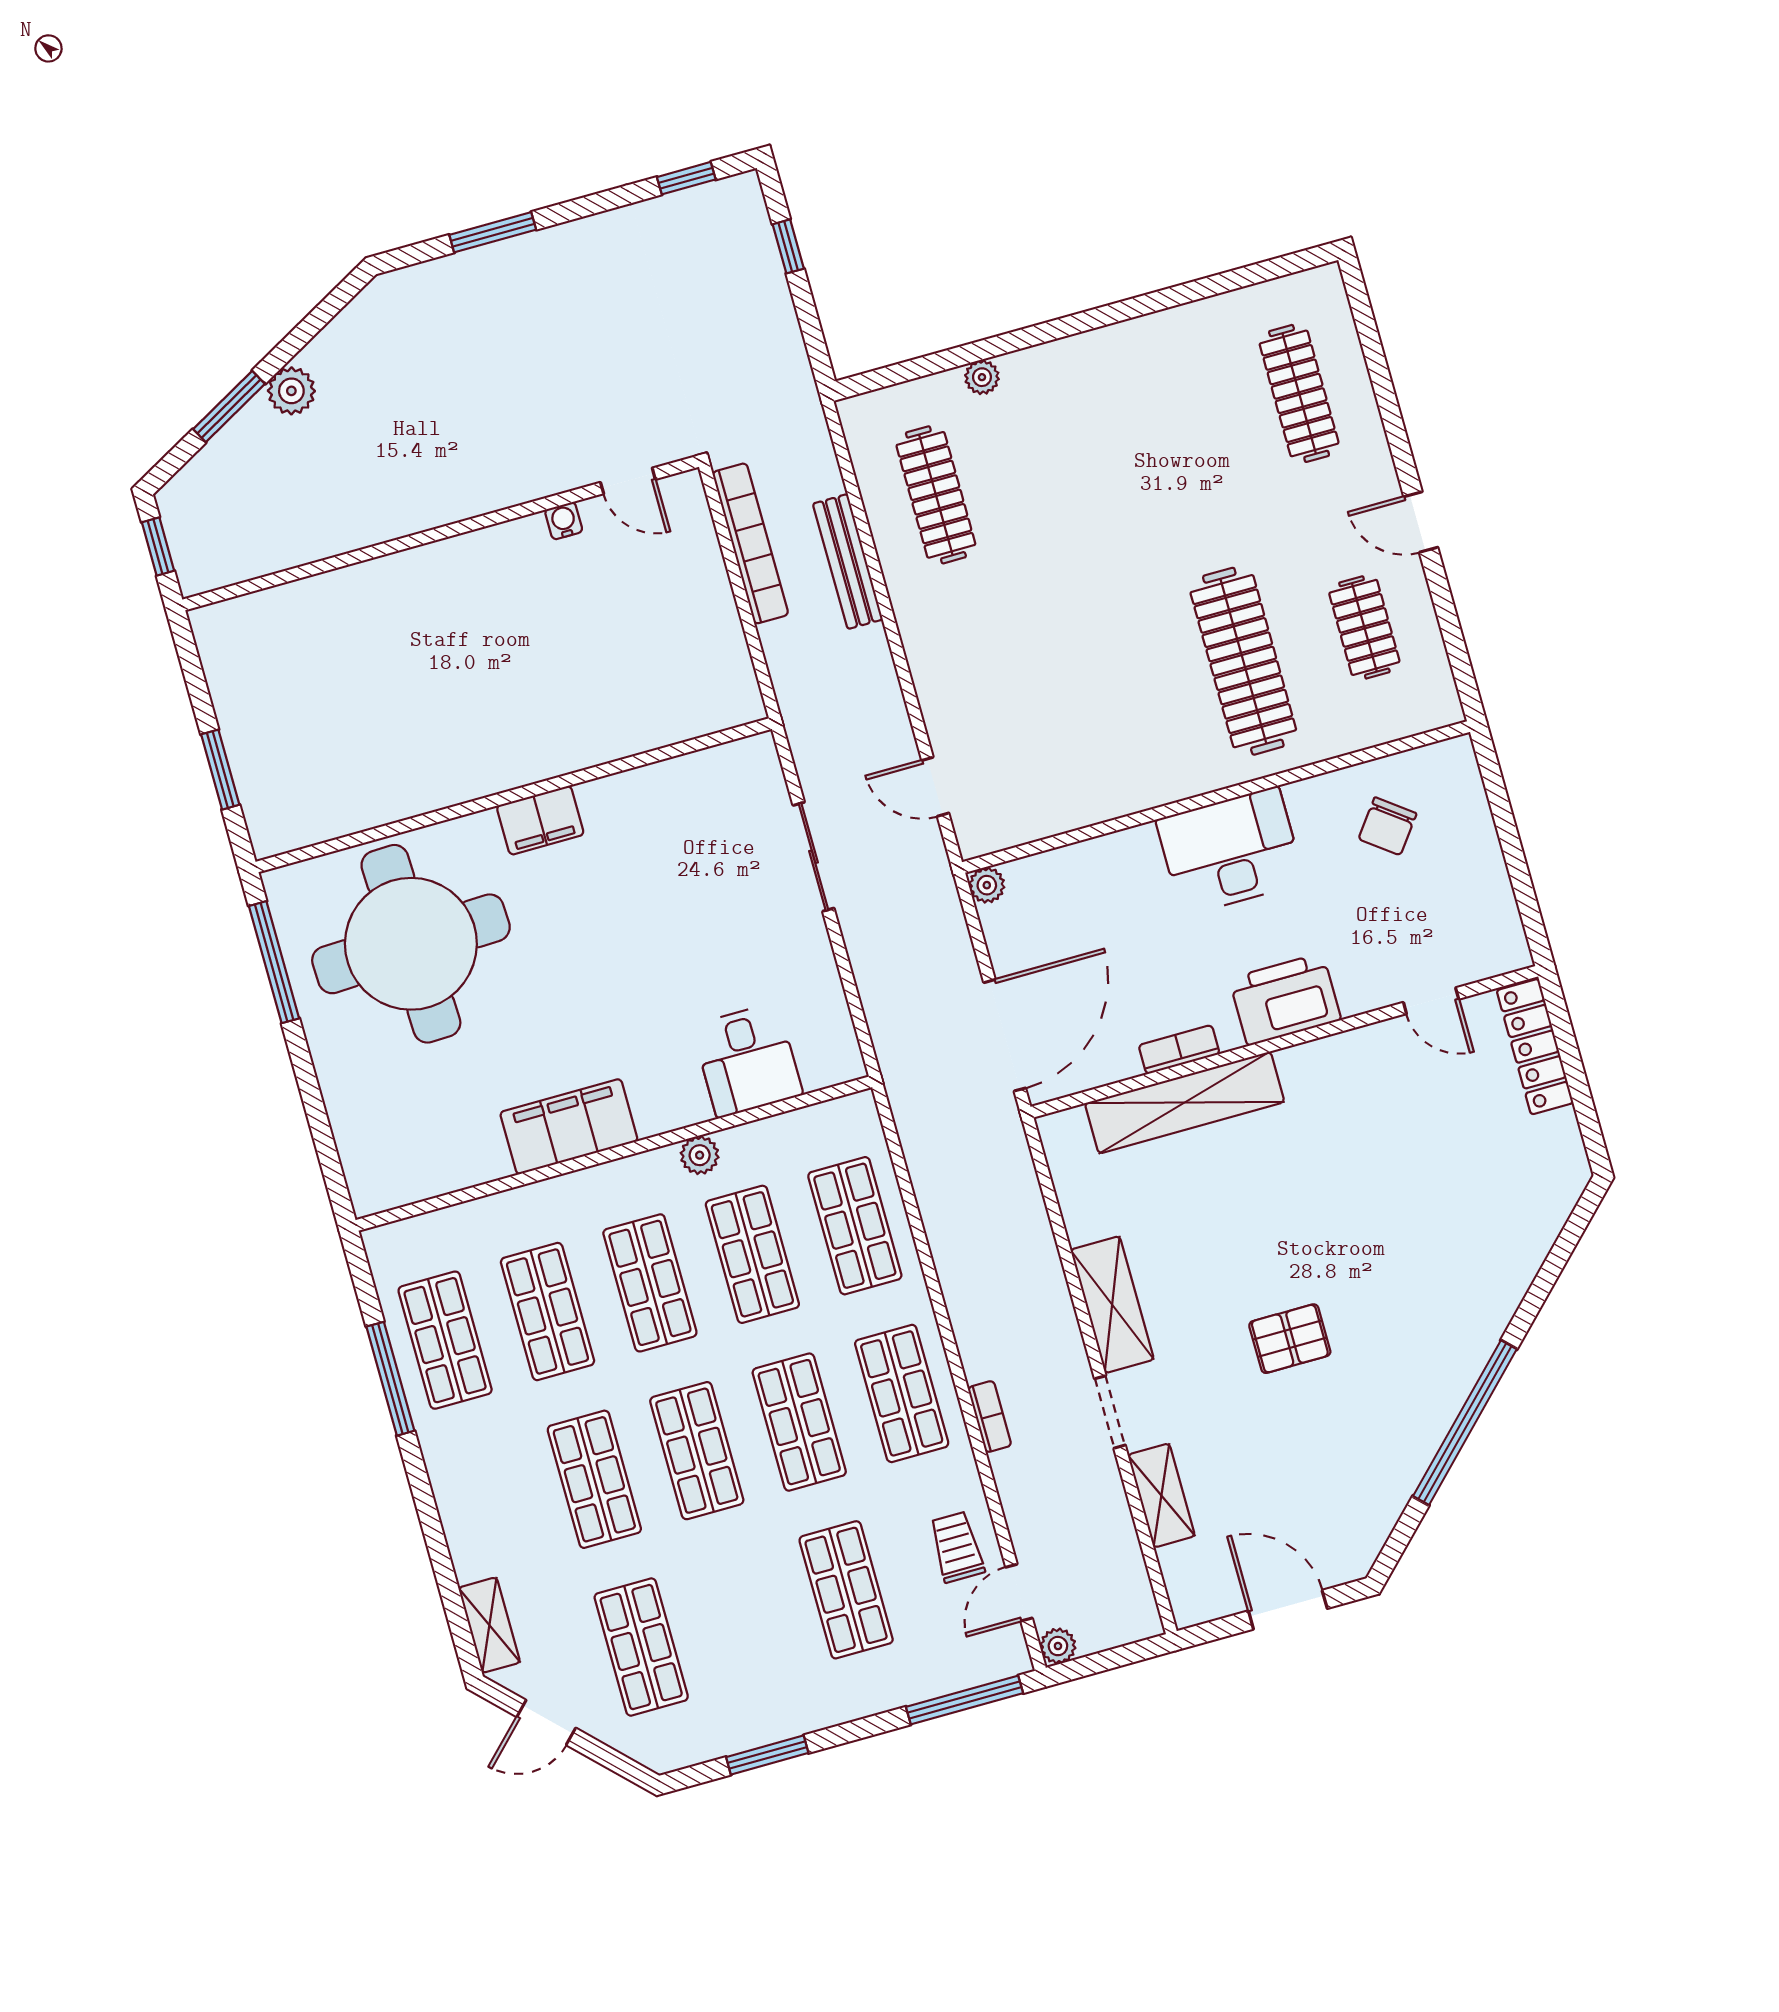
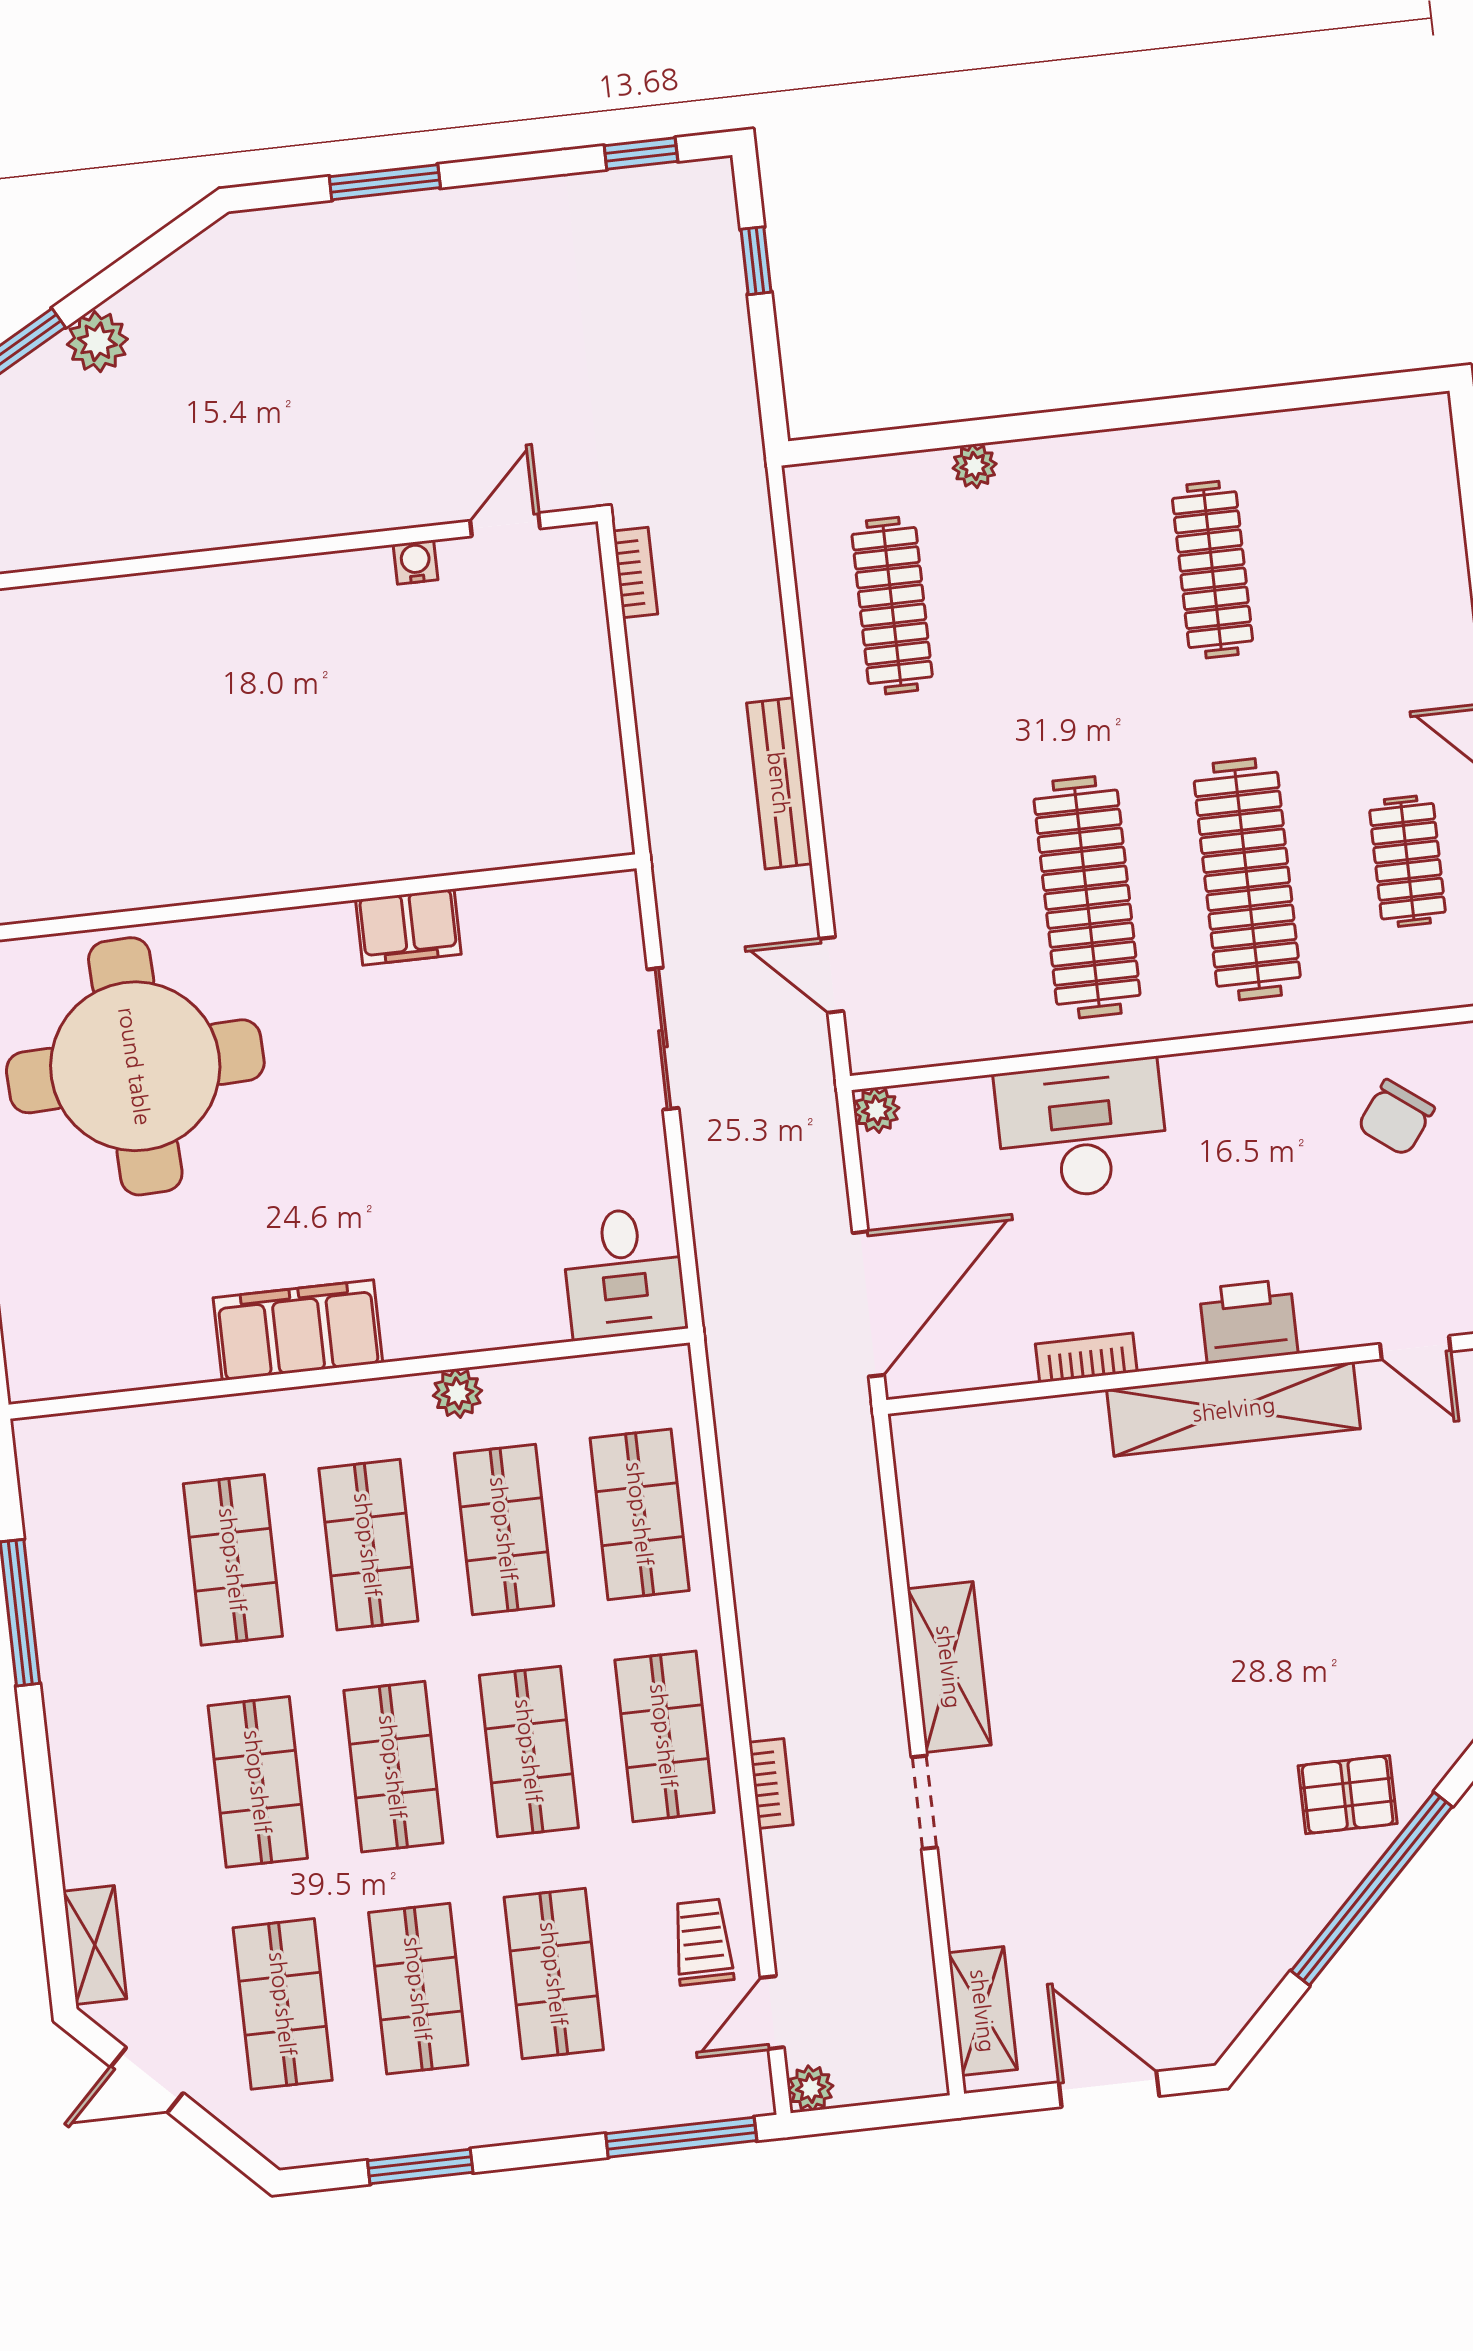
clothes rail: (1299, 393) -> (1213, 570), moved
door: (628, 481) -> (505, 525), swing flipped
bookcase: (750, 543) -> (635, 572), width x0.43, depth x0.76
bench: (848, 562) -> (779, 783), moved
clothes rail: (1122, 695) -> (1087, 897), added
filing cabinet: (540, 820) -> (408, 927), moved
desk: (1230, 851) -> (1082, 1129), moved
printer: (1285, 999) -> (1249, 1321), width x0.73, depth x0.84
desk: (747, 1060) -> (624, 1273), moved
shelving: (1185, 1103) -> (1234, 1409), moved
pallet: (1290, 1339) -> (1348, 1795), moved
shop shelf: (445, 1340) -> (418, 1989), moved
shelving: (1161, 1495) -> (983, 2011), moved

